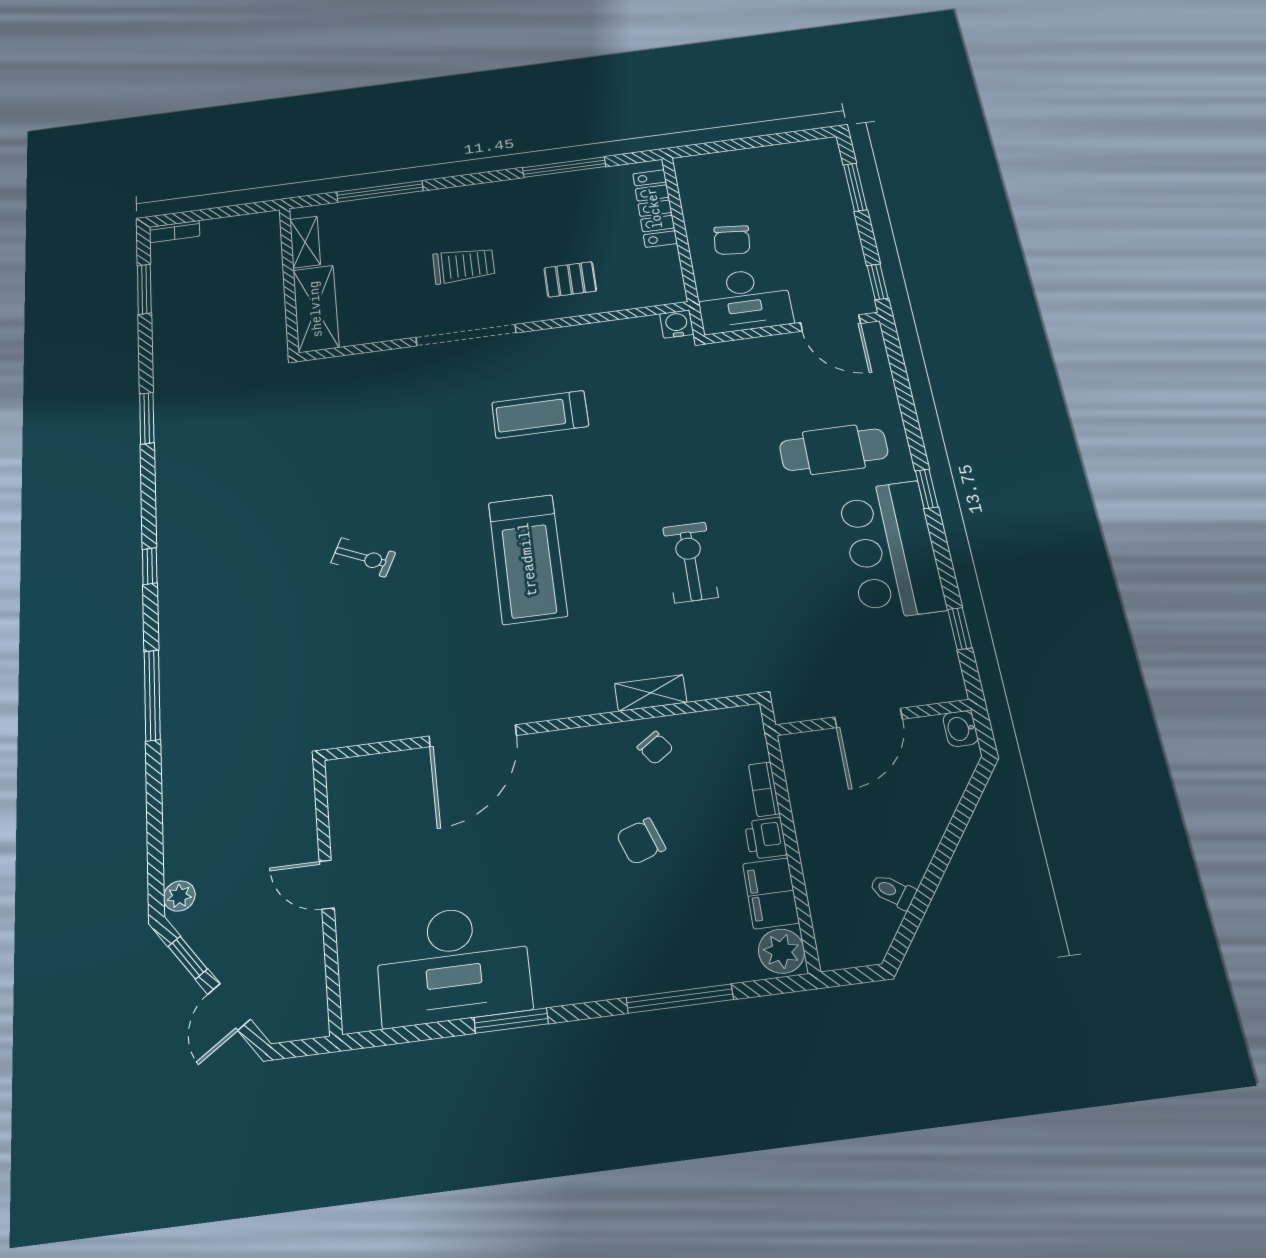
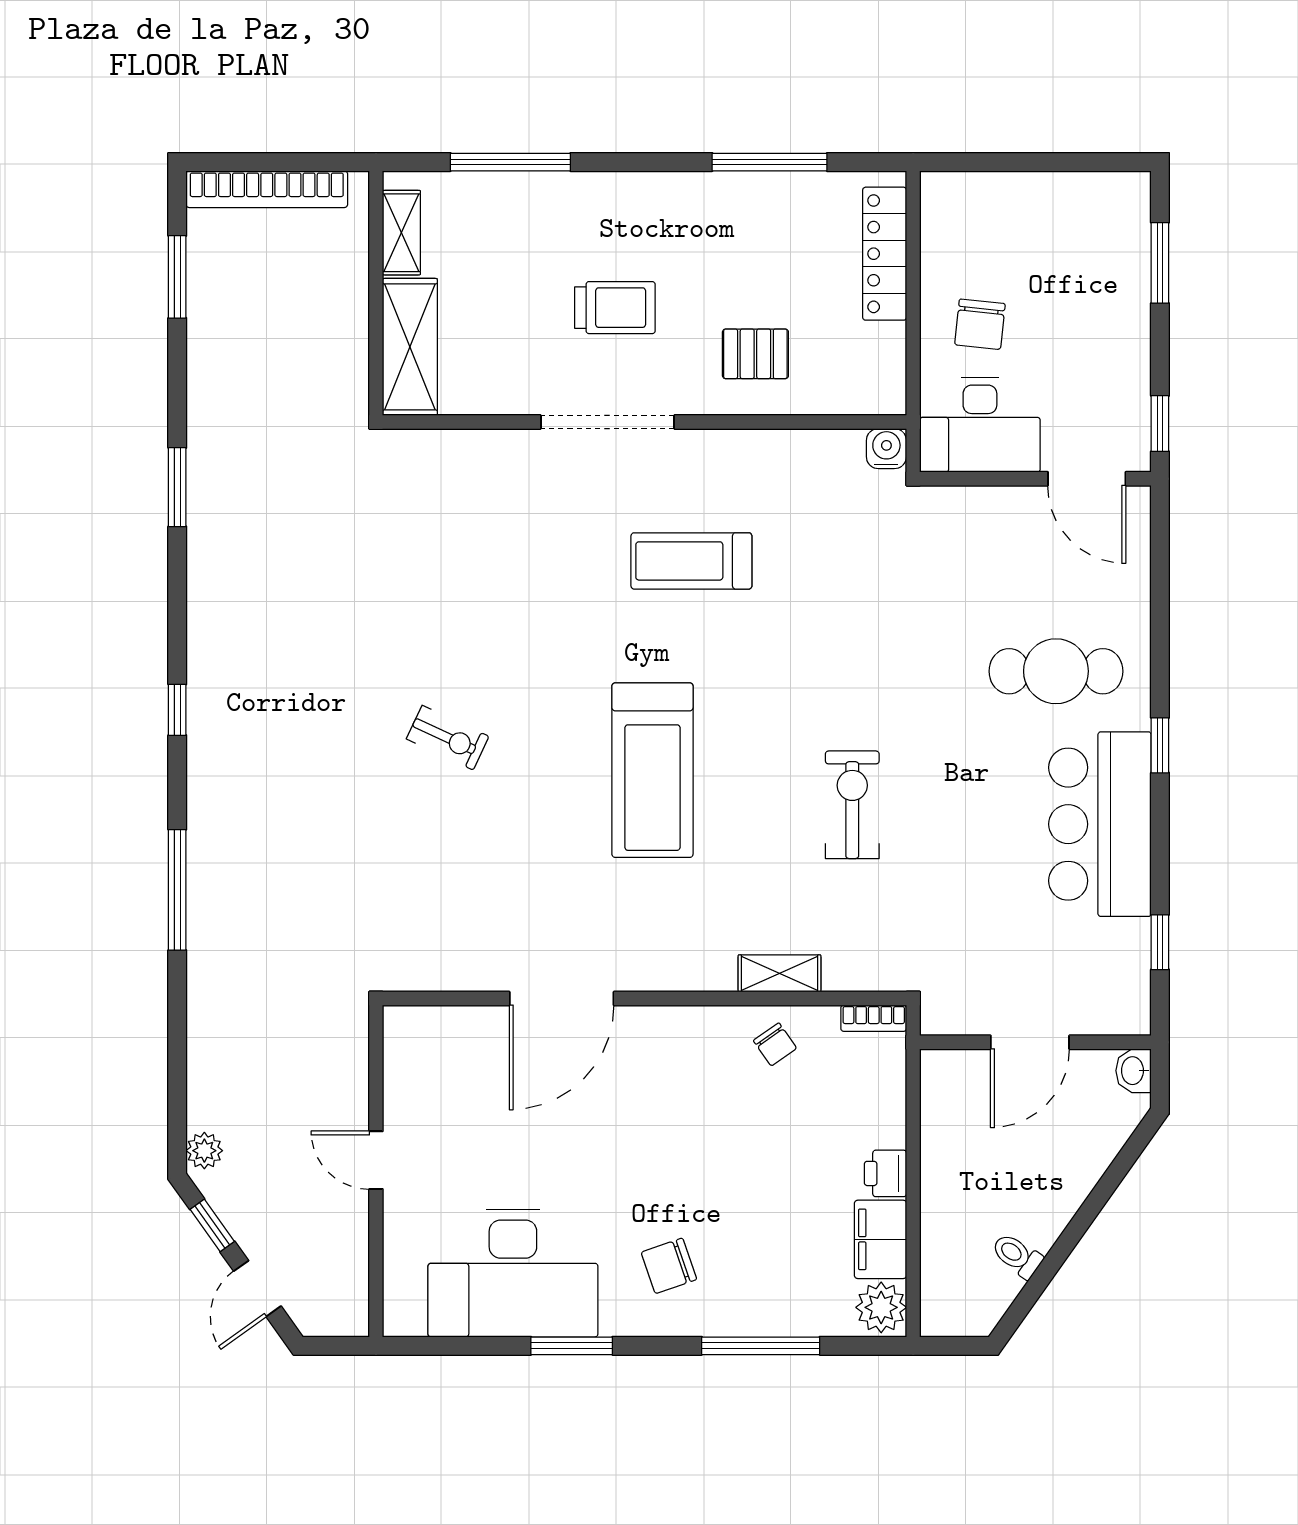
bookcase: (174, 232) -> (267, 189), width x2.31, depth x1.31
bookcase: (764, 789) -> (874, 1018), moved, turned -90
chair: (641, 841) -> (669, 1266), moved

